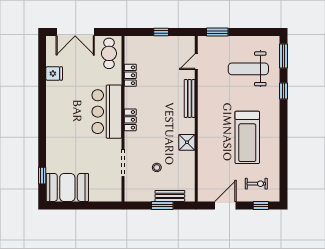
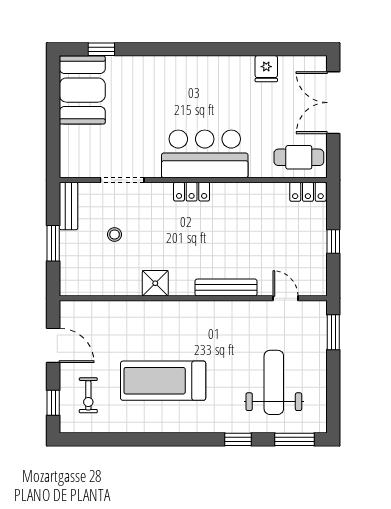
locker: (130, 75) -> (308, 192), moved
bench: (170, 196) -> (69, 206), moved

